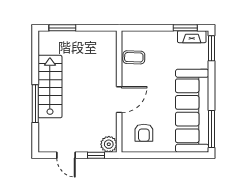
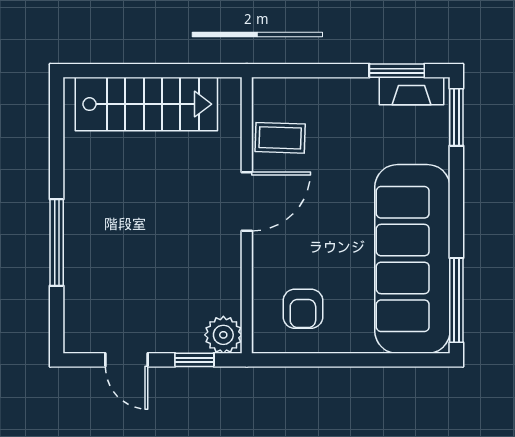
window: (62, 28) -> (118, 71), removed
stairs: (50, 87) -> (146, 104), moved, turned 90
door: (119, 100) -> (247, 201), moved

